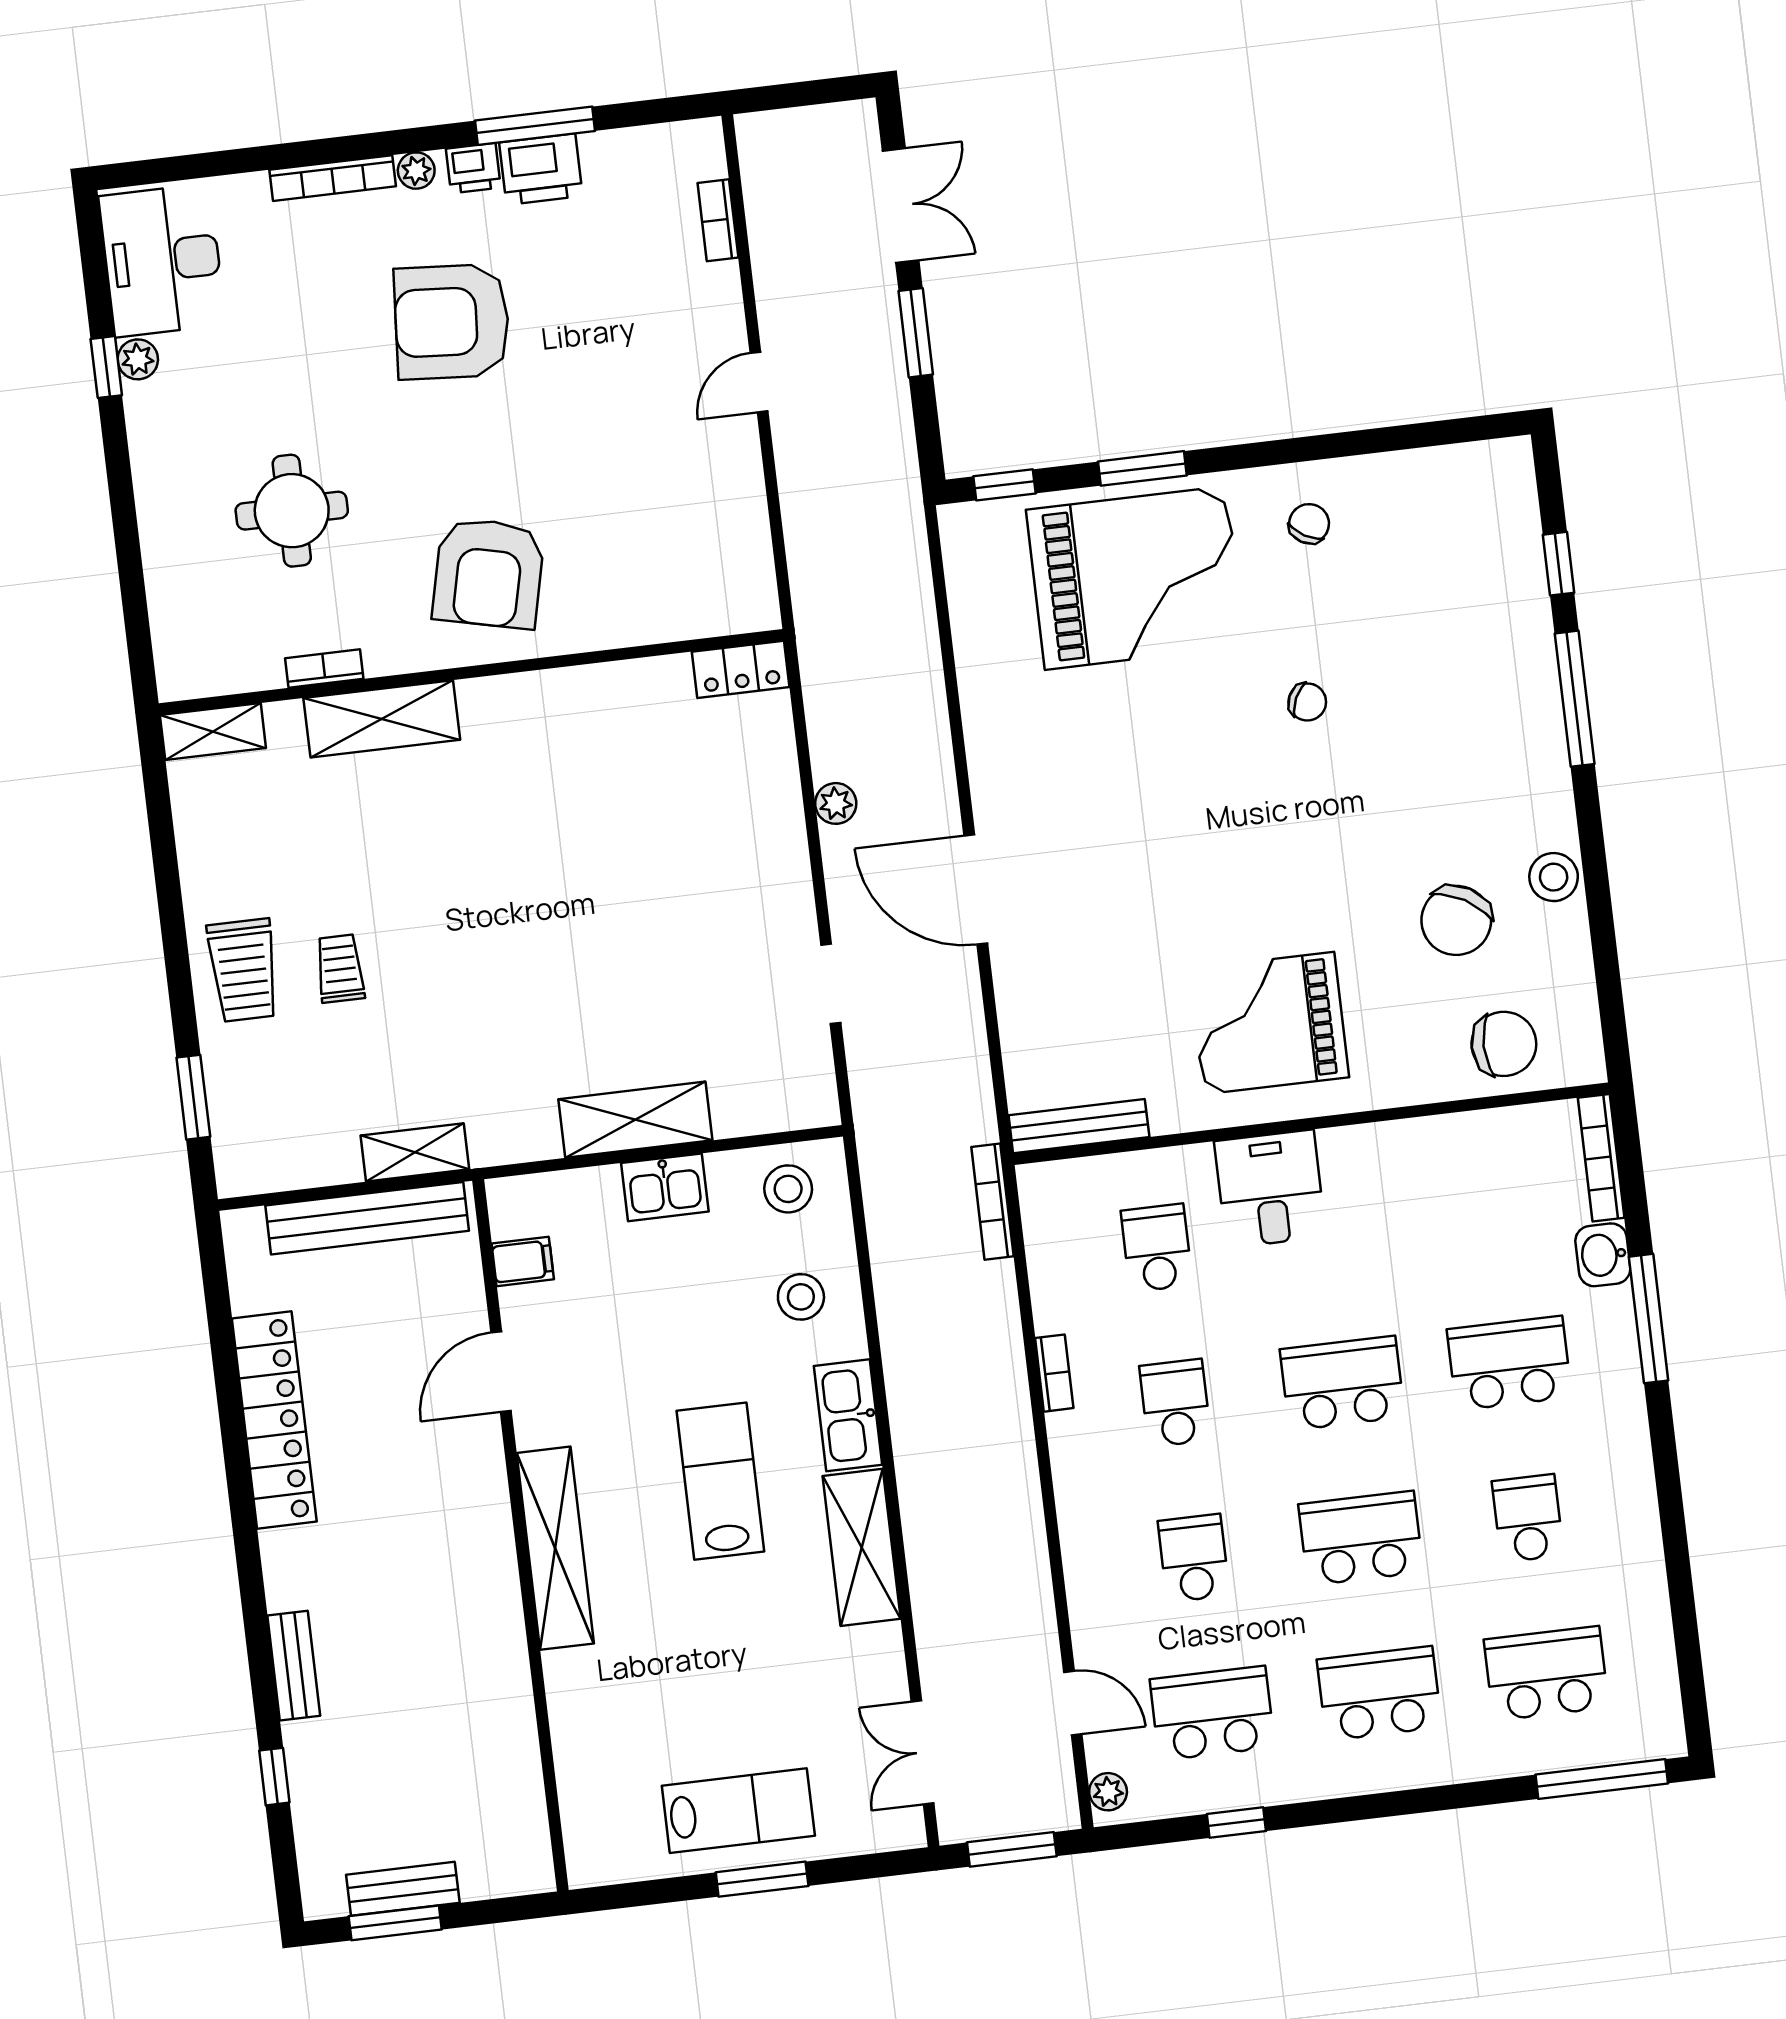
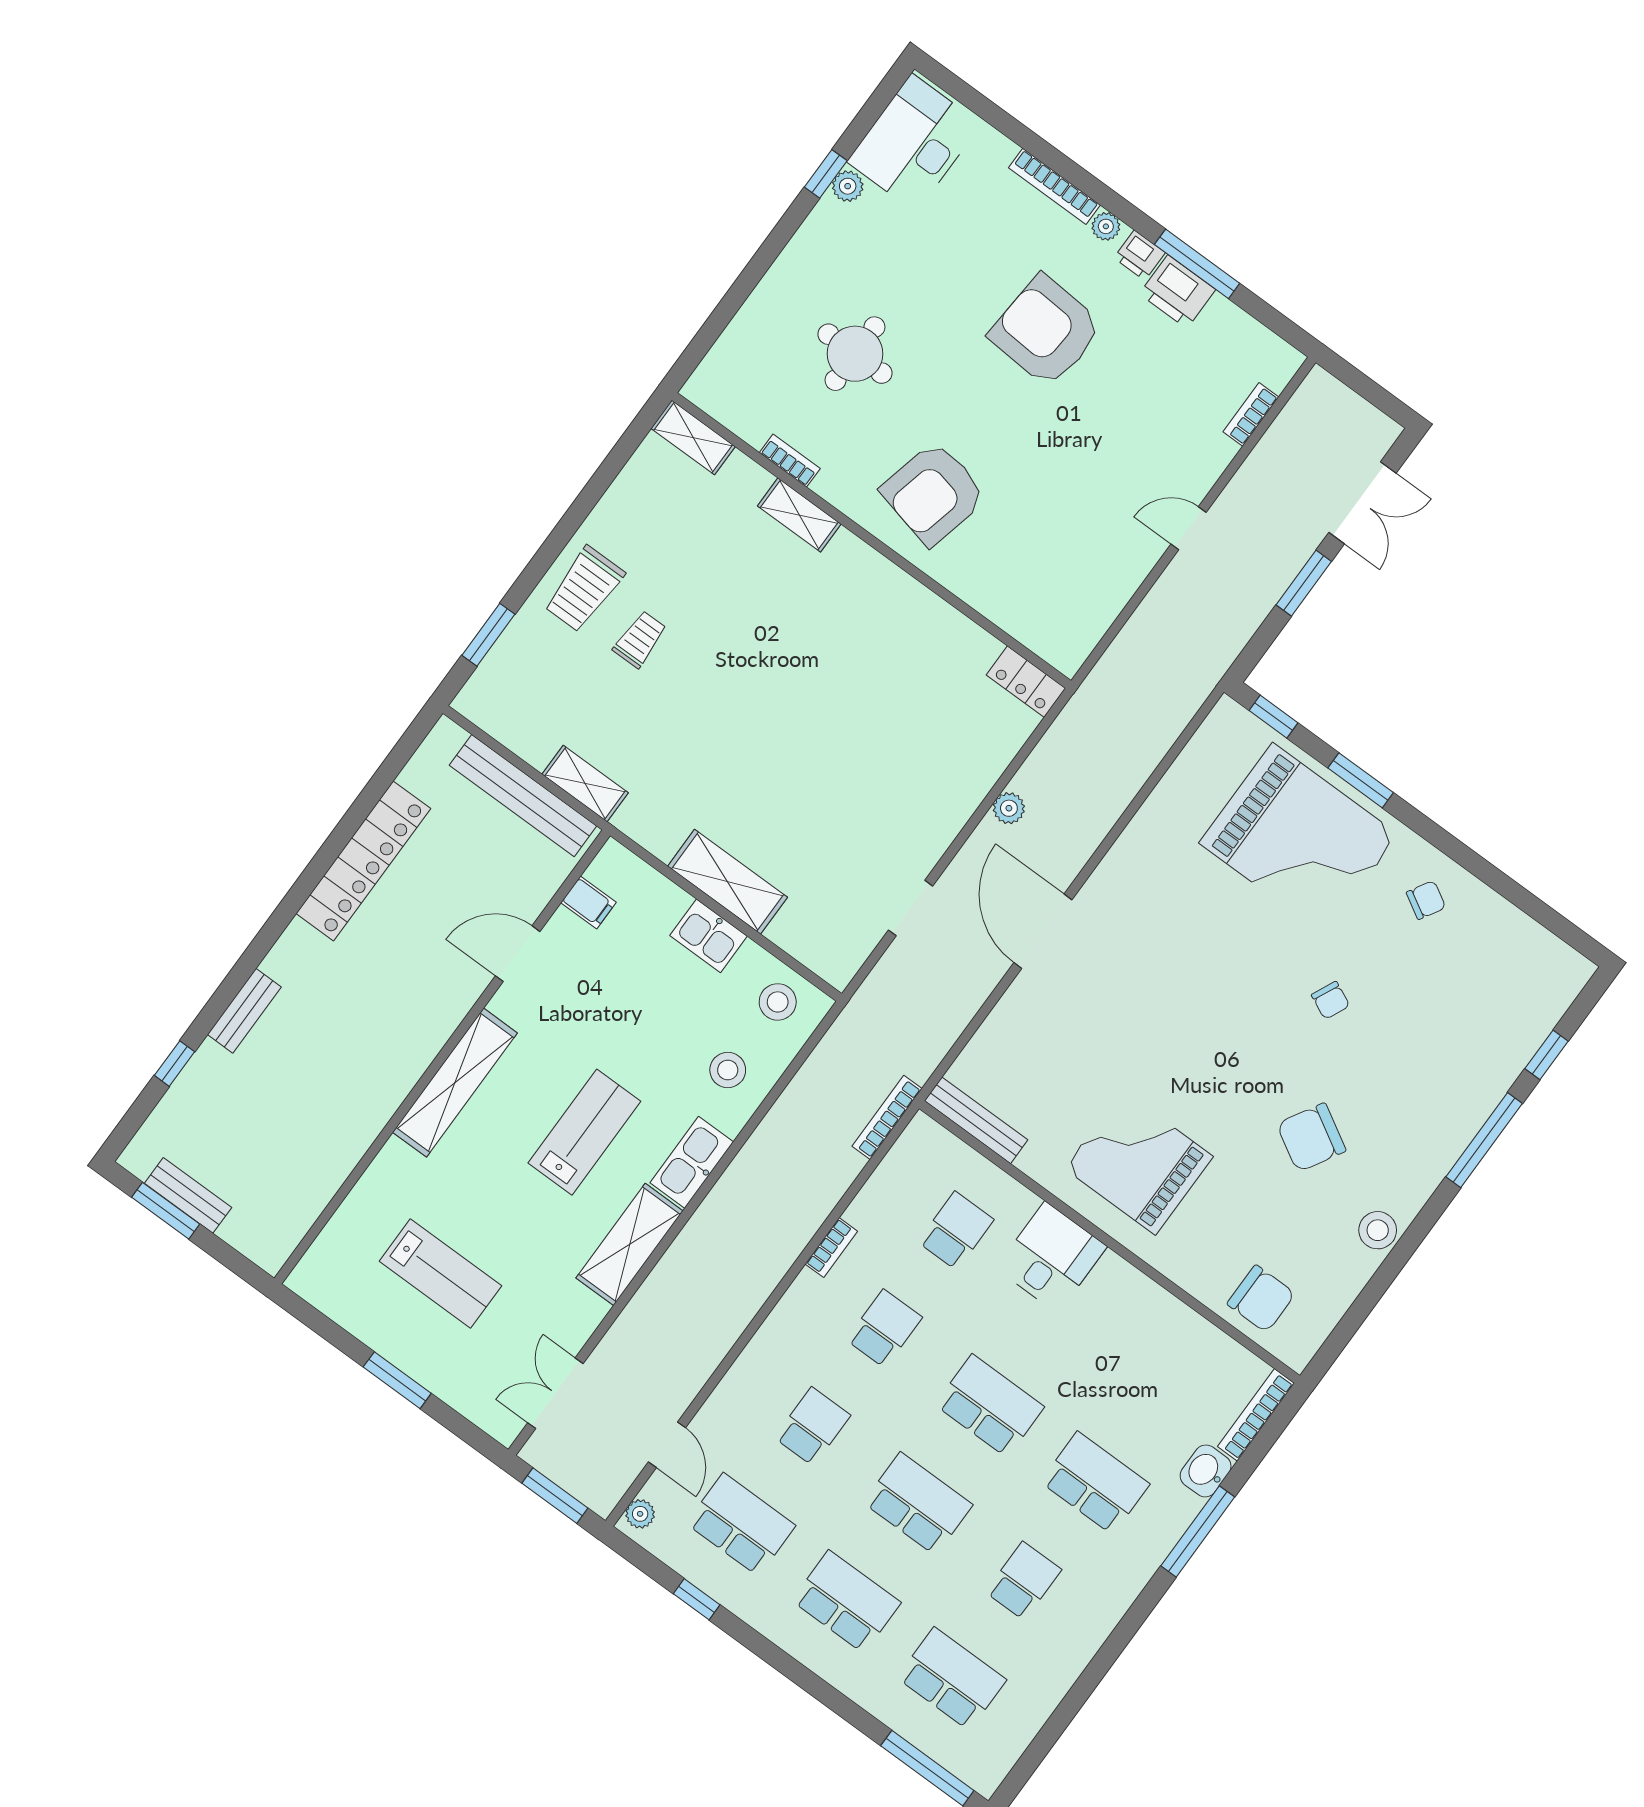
shelving: (382, 719) -> (799, 515), width x0.67, depth x0.75
chair: (1456, 920) -> (1311, 1137), moved
lab bench: (738, 1811) -> (440, 1274), moved

